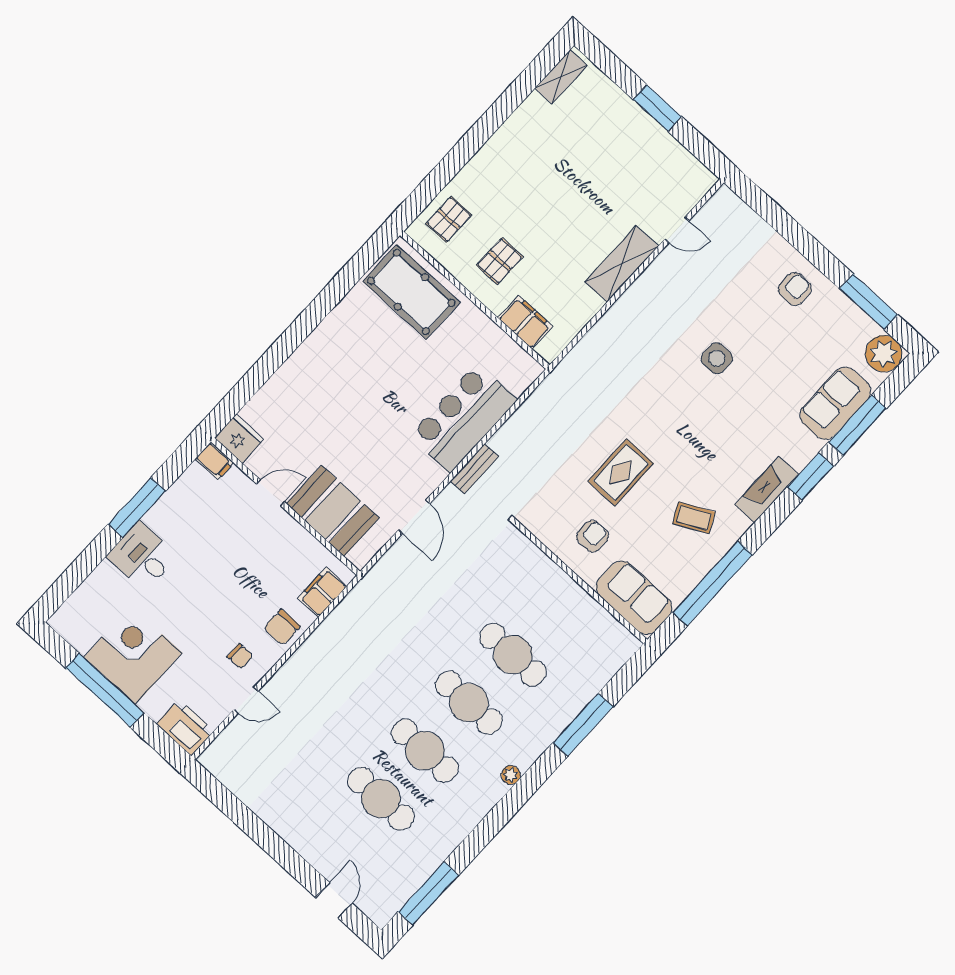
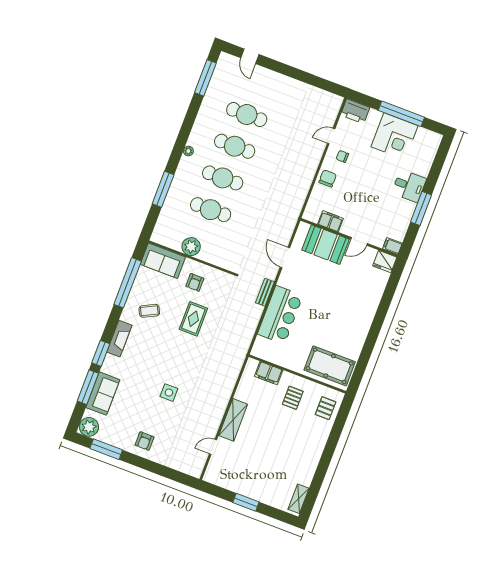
filing cabinet: (322, 592) -> (331, 221), moved, turned -90
plant: (574, 603) -> (191, 247), added

